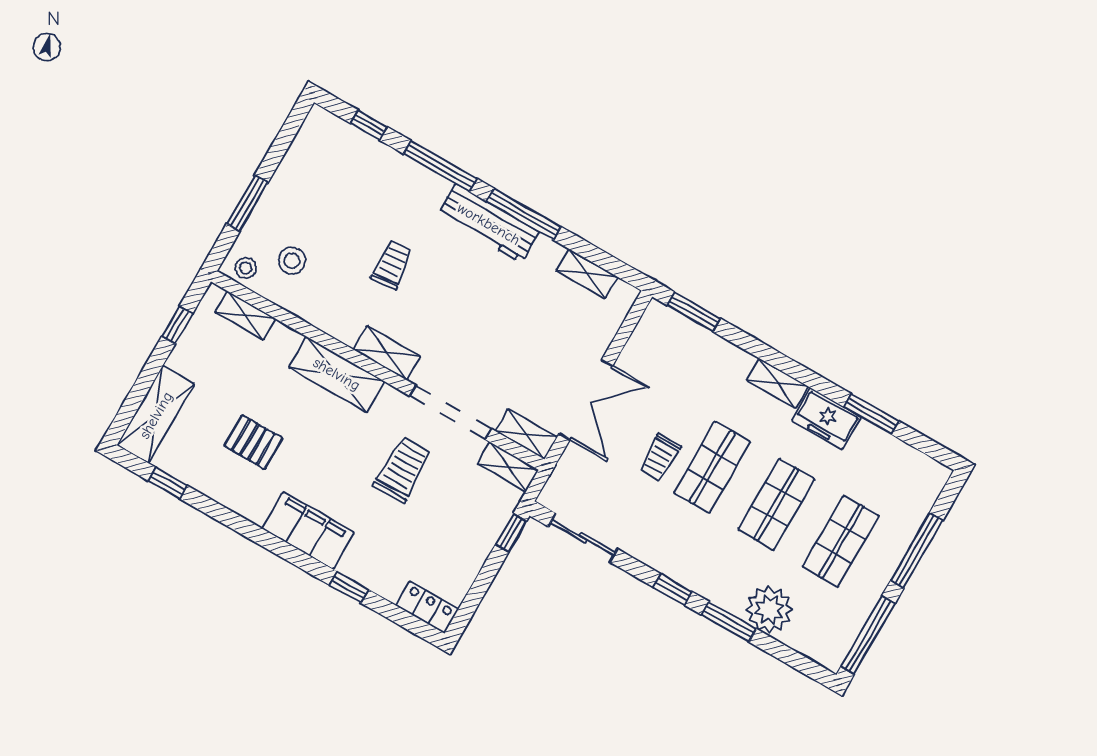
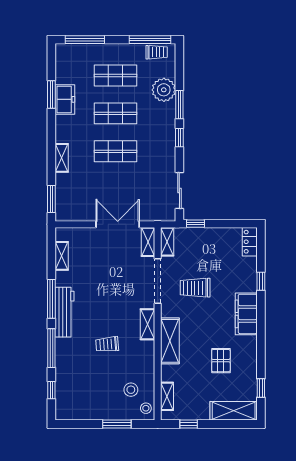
shelving: (777, 383) -> (62, 158), moved
freezer: (826, 419) -> (65, 99), moved
trolley: (660, 457) -> (157, 52), moved
window: (917, 550) -> (85, 40), moved

